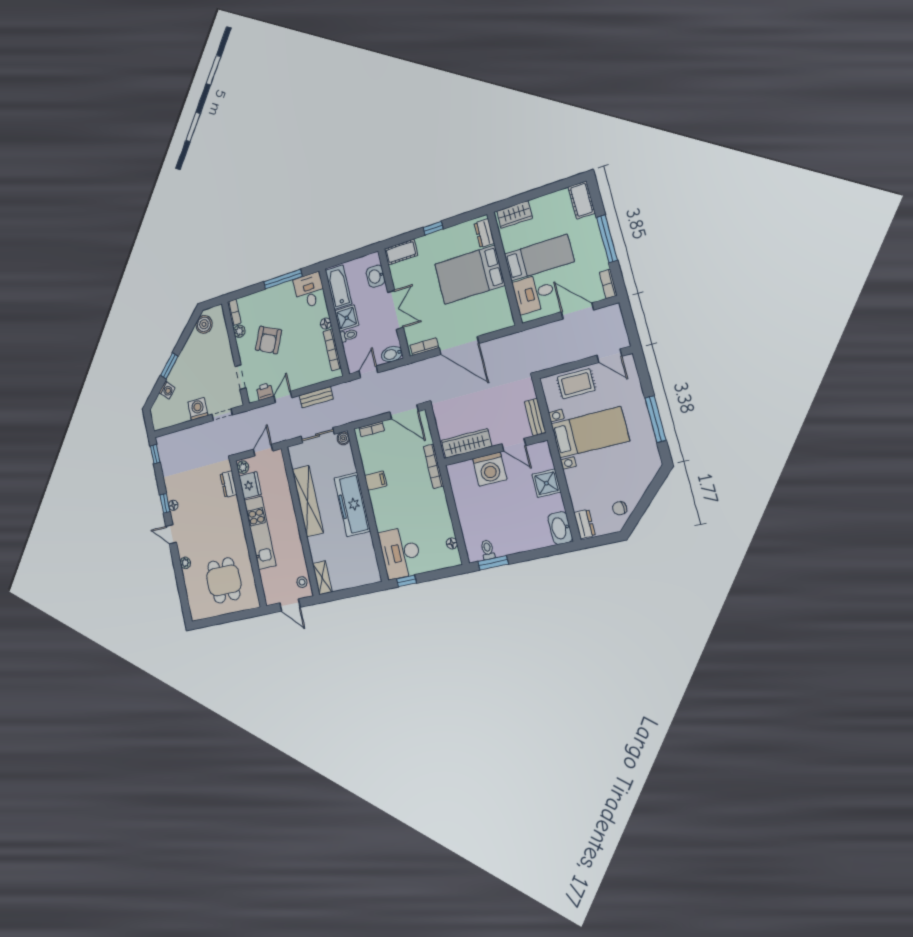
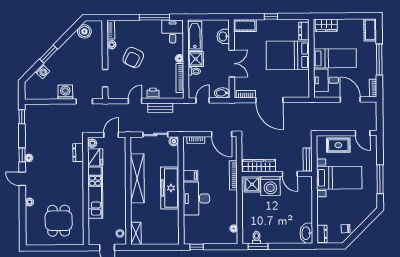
printer: (265, 392) -> (153, 93), moved
shower: (546, 483) -> (252, 184), moved
desk: (400, 553) -> (196, 198), moved

